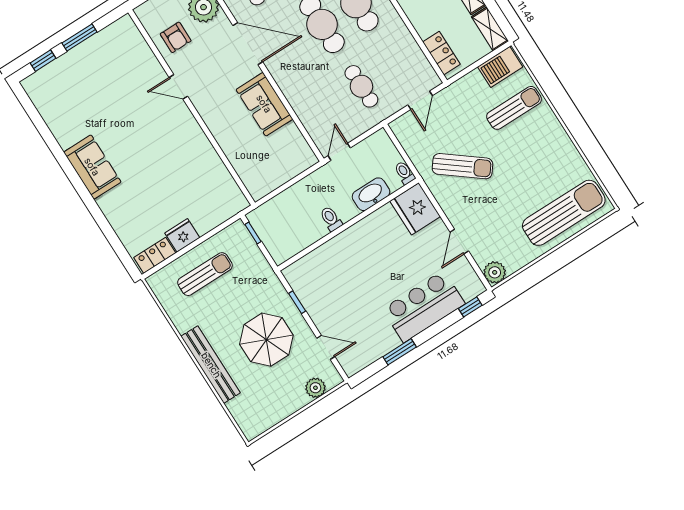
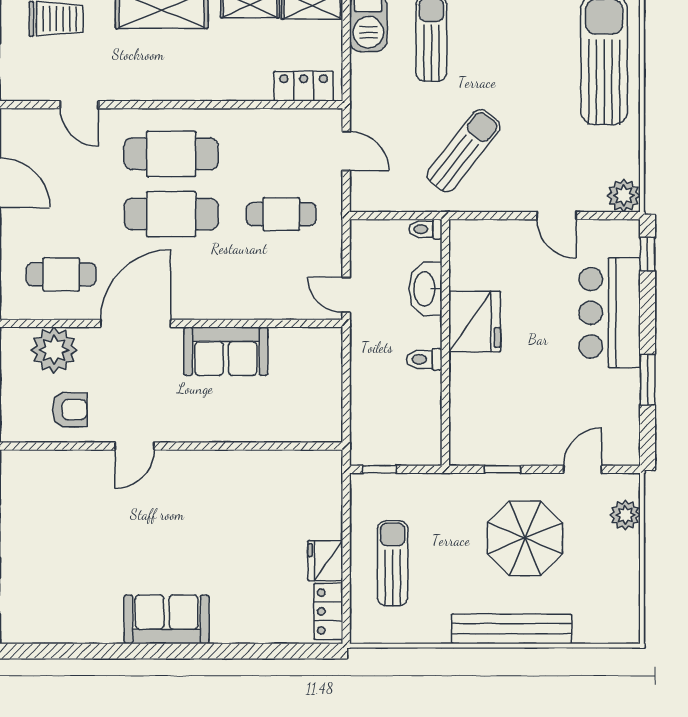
fridge: (415, 209) -> (475, 322), moved, turned -90

